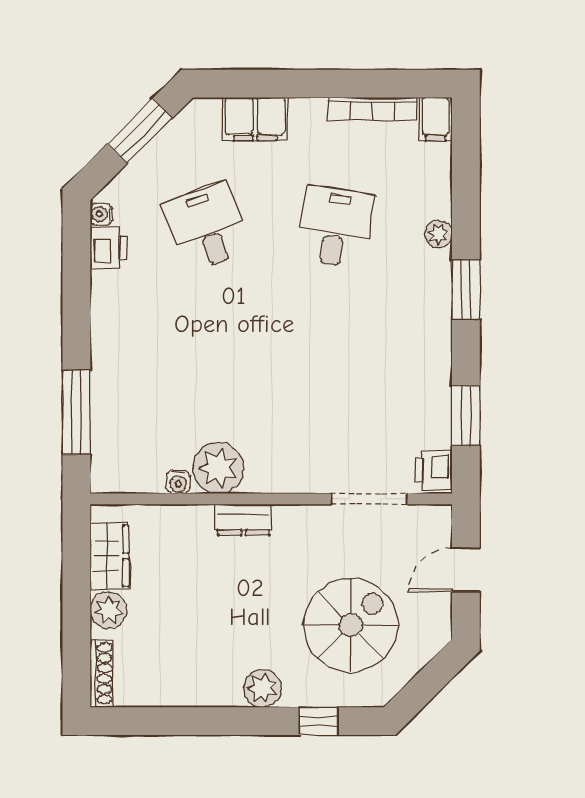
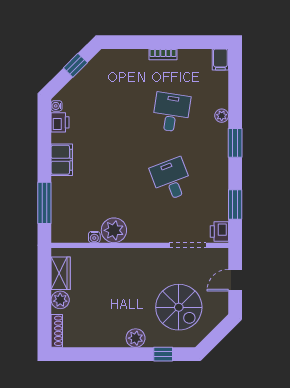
bookcase: (372, 109) -> (163, 54), moved, width x0.64
filing cabinet: (255, 119) -> (62, 160), moved, turned -90
window: (140, 131) -> (75, 65), width x0.67
desk: (207, 227) -> (171, 179), moved
dresser: (243, 520) -> (126, 256), removed
spiral stairs: (351, 625) -> (179, 307), turned 90

